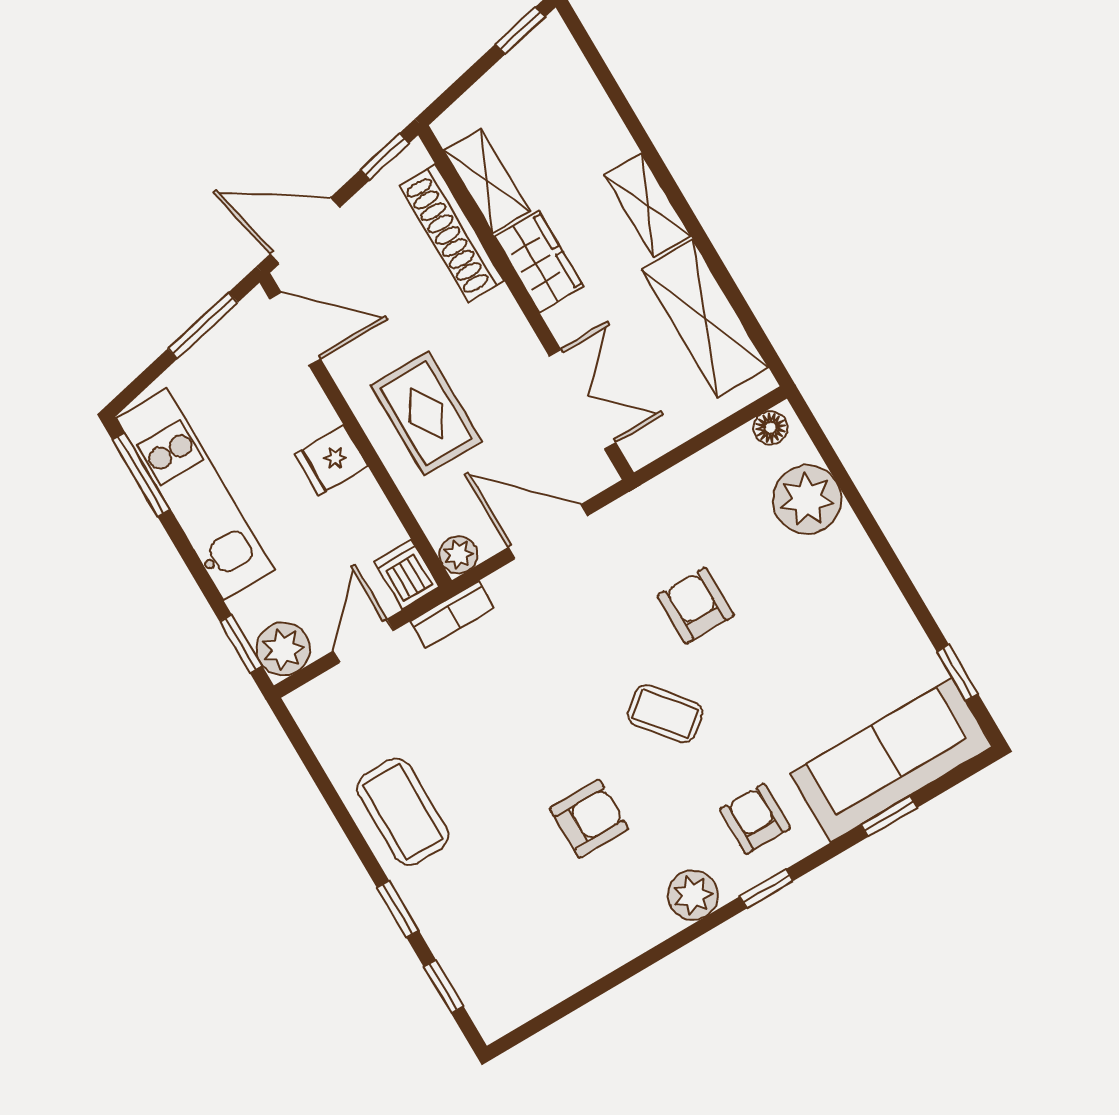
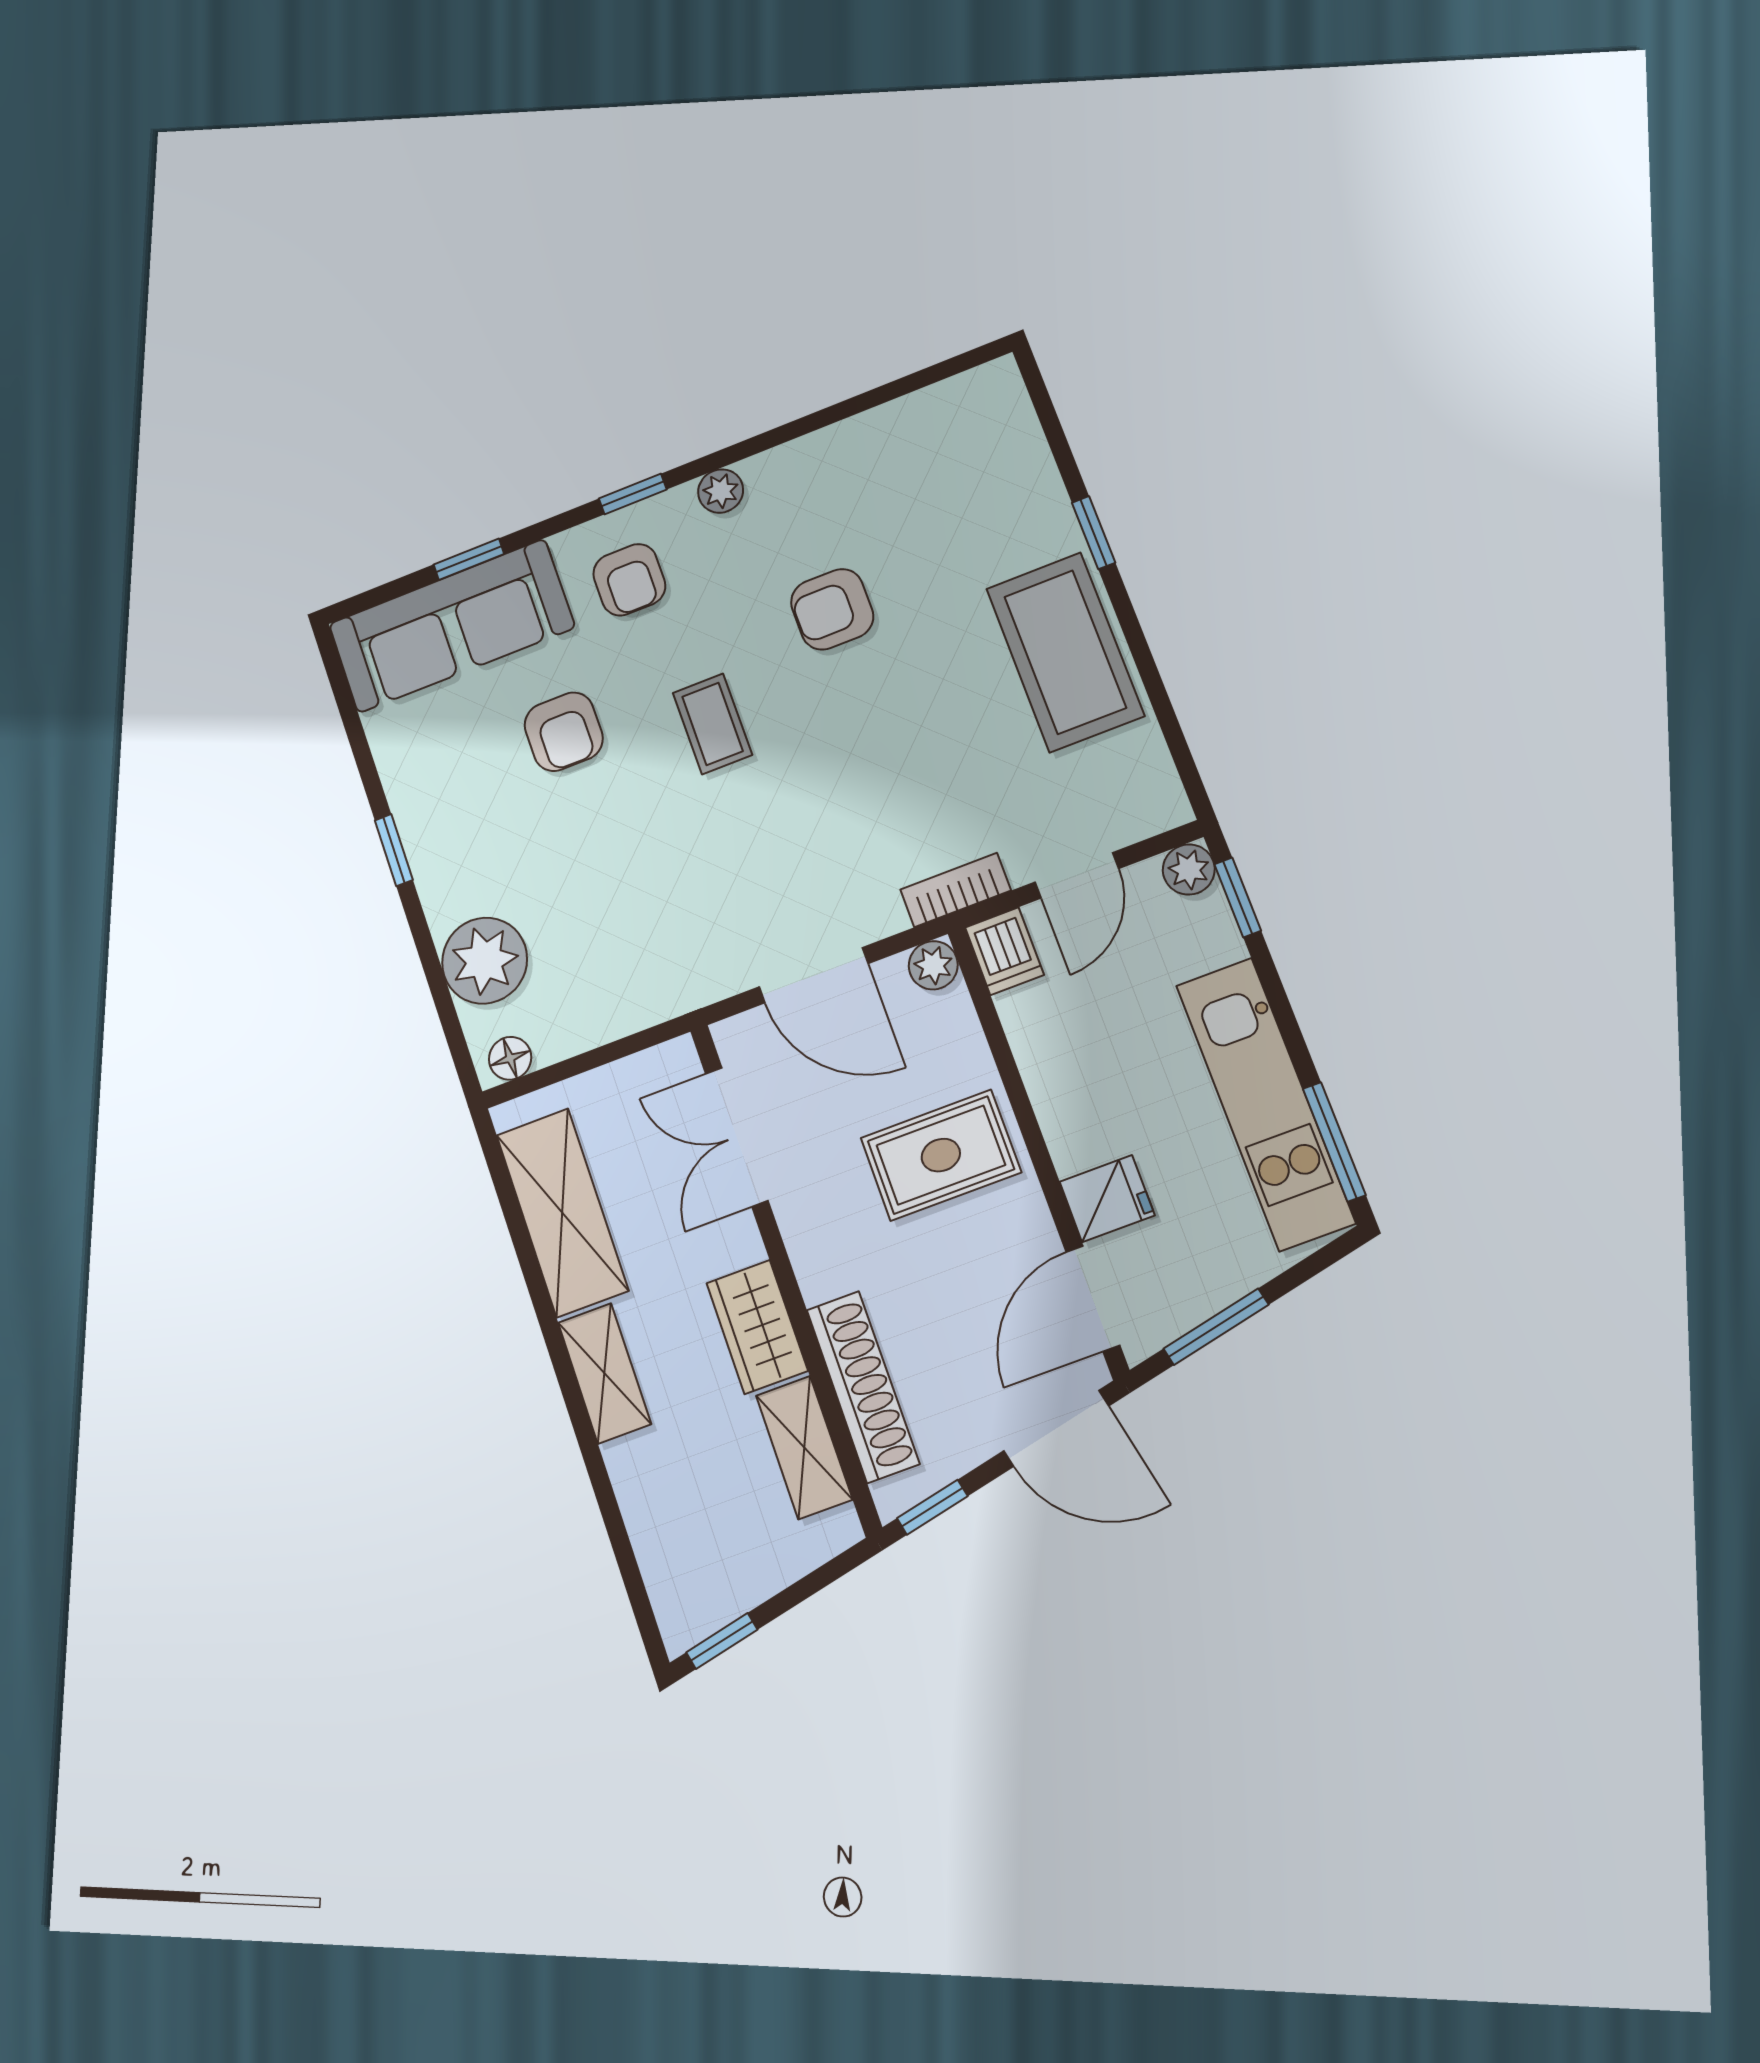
door: (295, 329) -> (1093, 1299), hinge flipped
rug: (426, 413) -> (941, 1155), turned 90
fridge: (331, 460) -> (1107, 1199), moved
armchair: (696, 606) -> (564, 732), moved
plant: (283, 649) -> (1189, 870), width x0.73, depth x0.73
window: (957, 673) -> (394, 850), moved
coffee table: (665, 714) -> (713, 724), turned 39
coffee table: (403, 812) -> (1065, 652), width x1.36, depth x1.32
plant: (693, 895) -> (721, 491), width x0.73, depth x0.73
window: (444, 987) -> (1053, 430), removed

